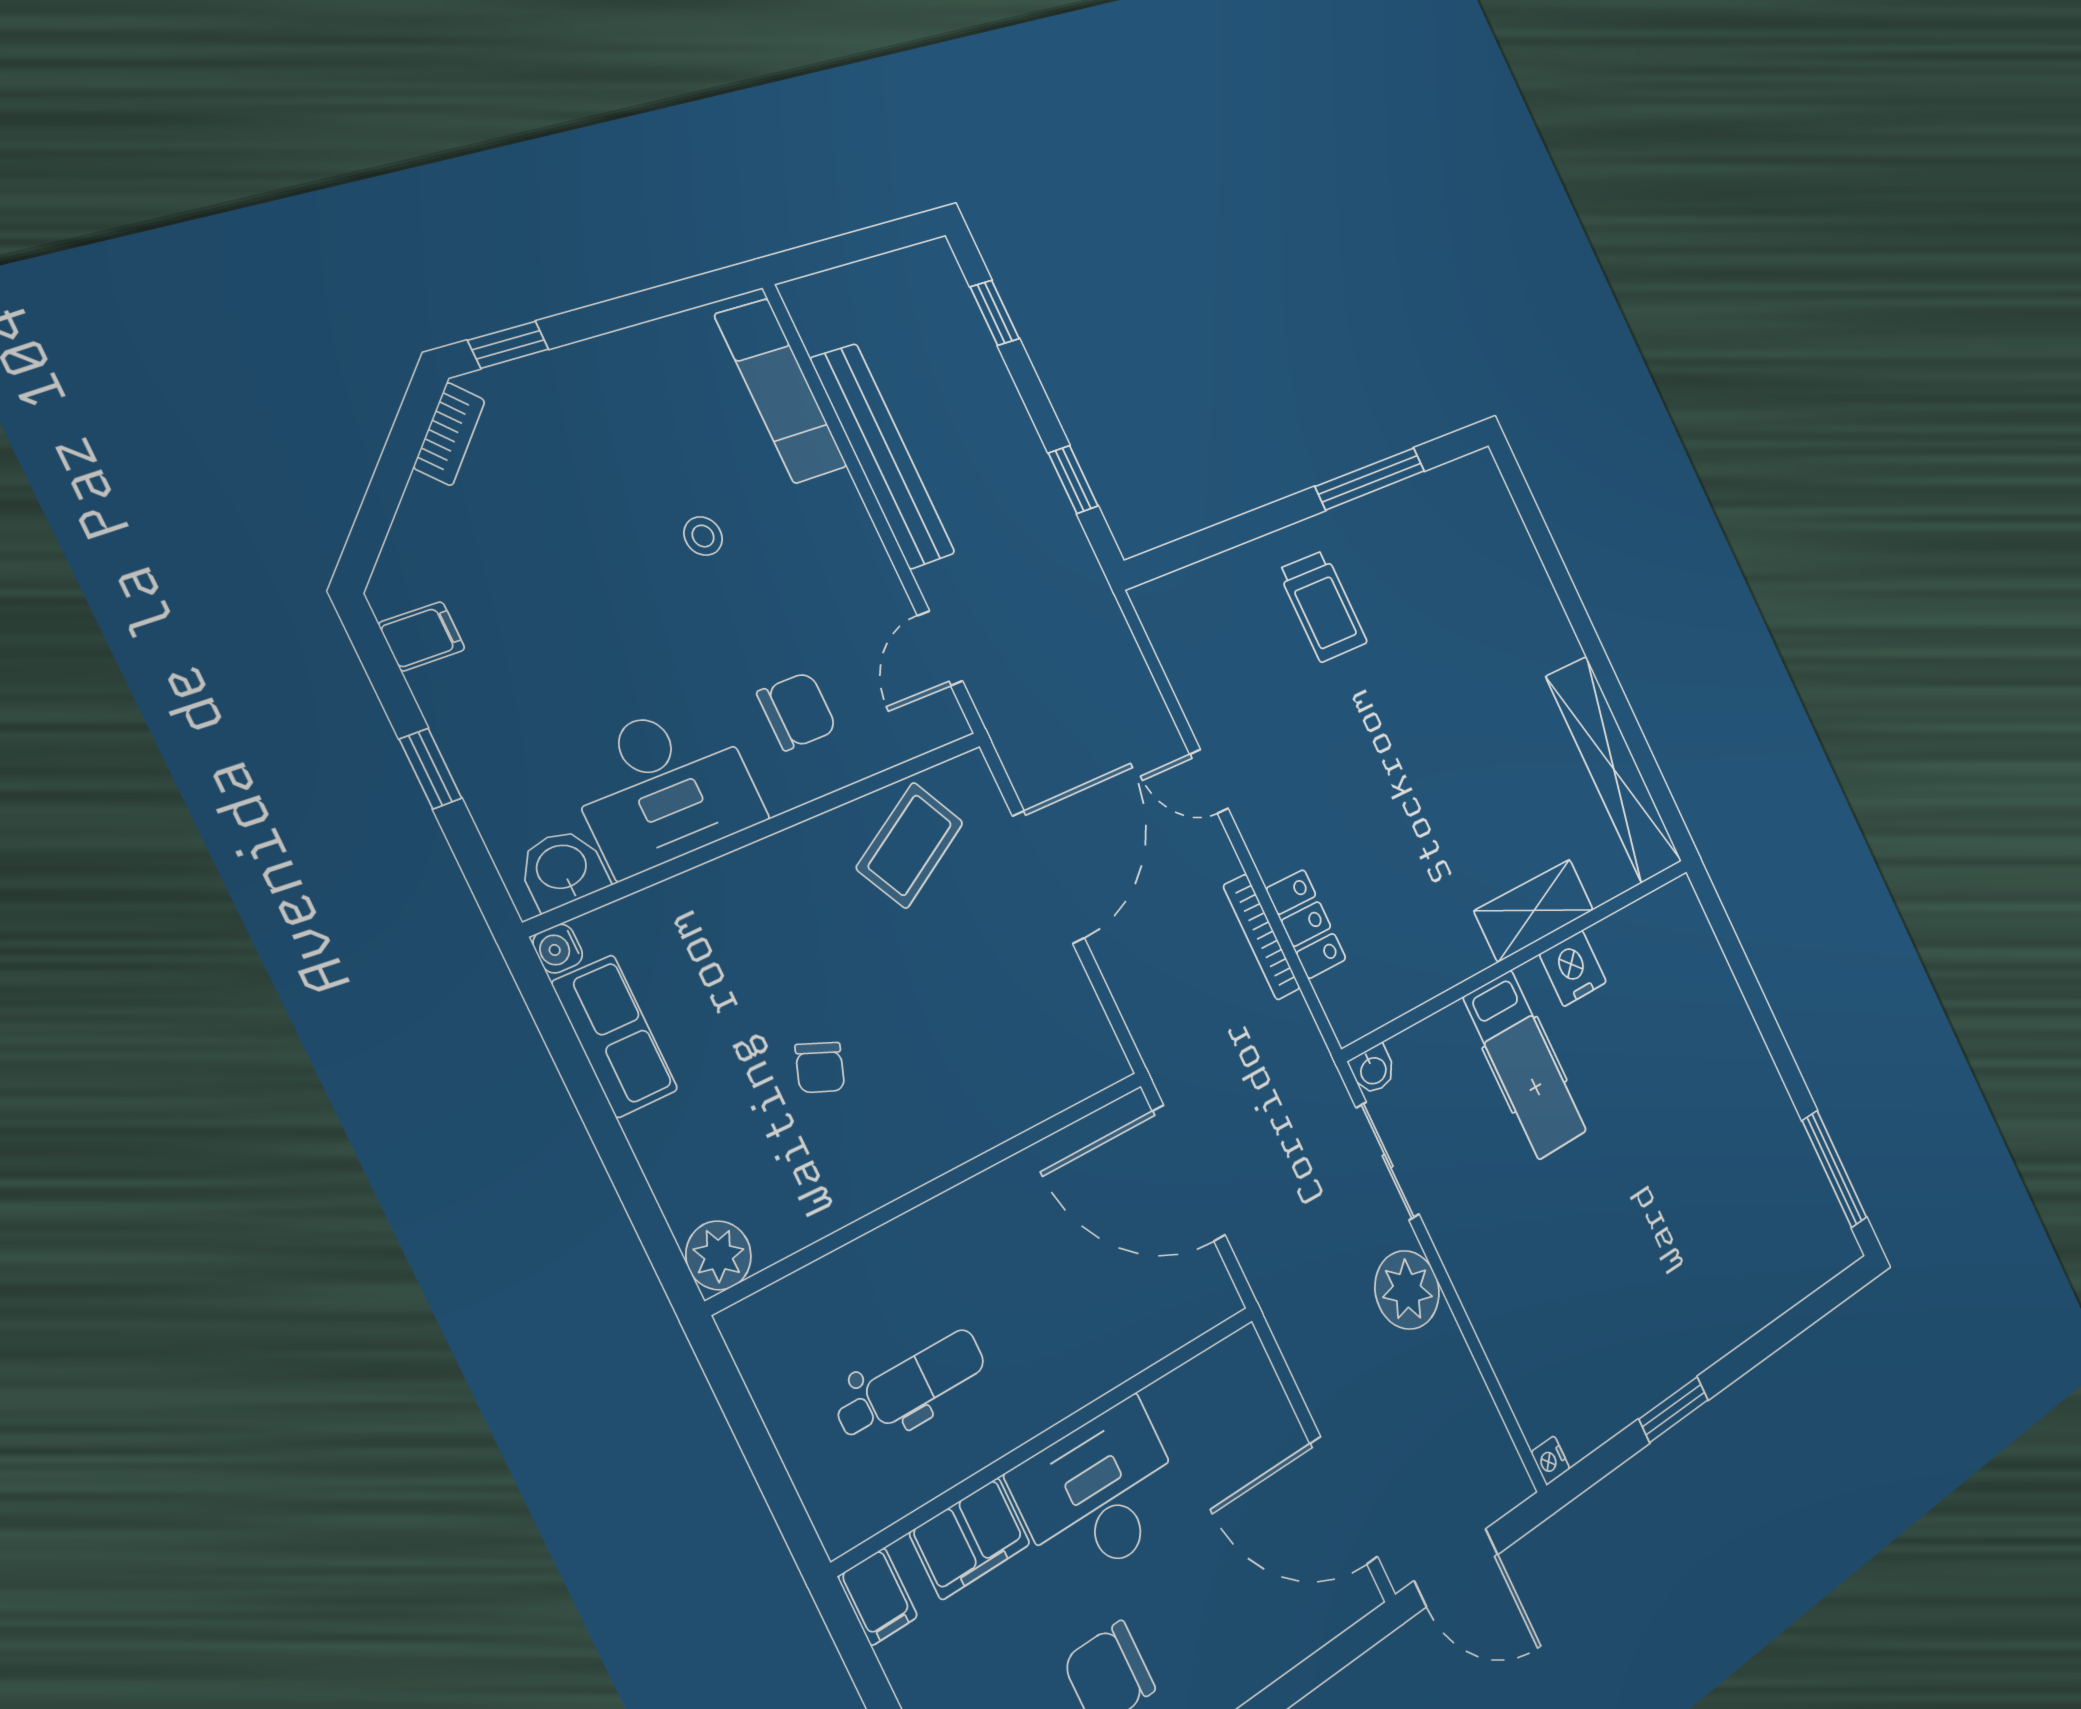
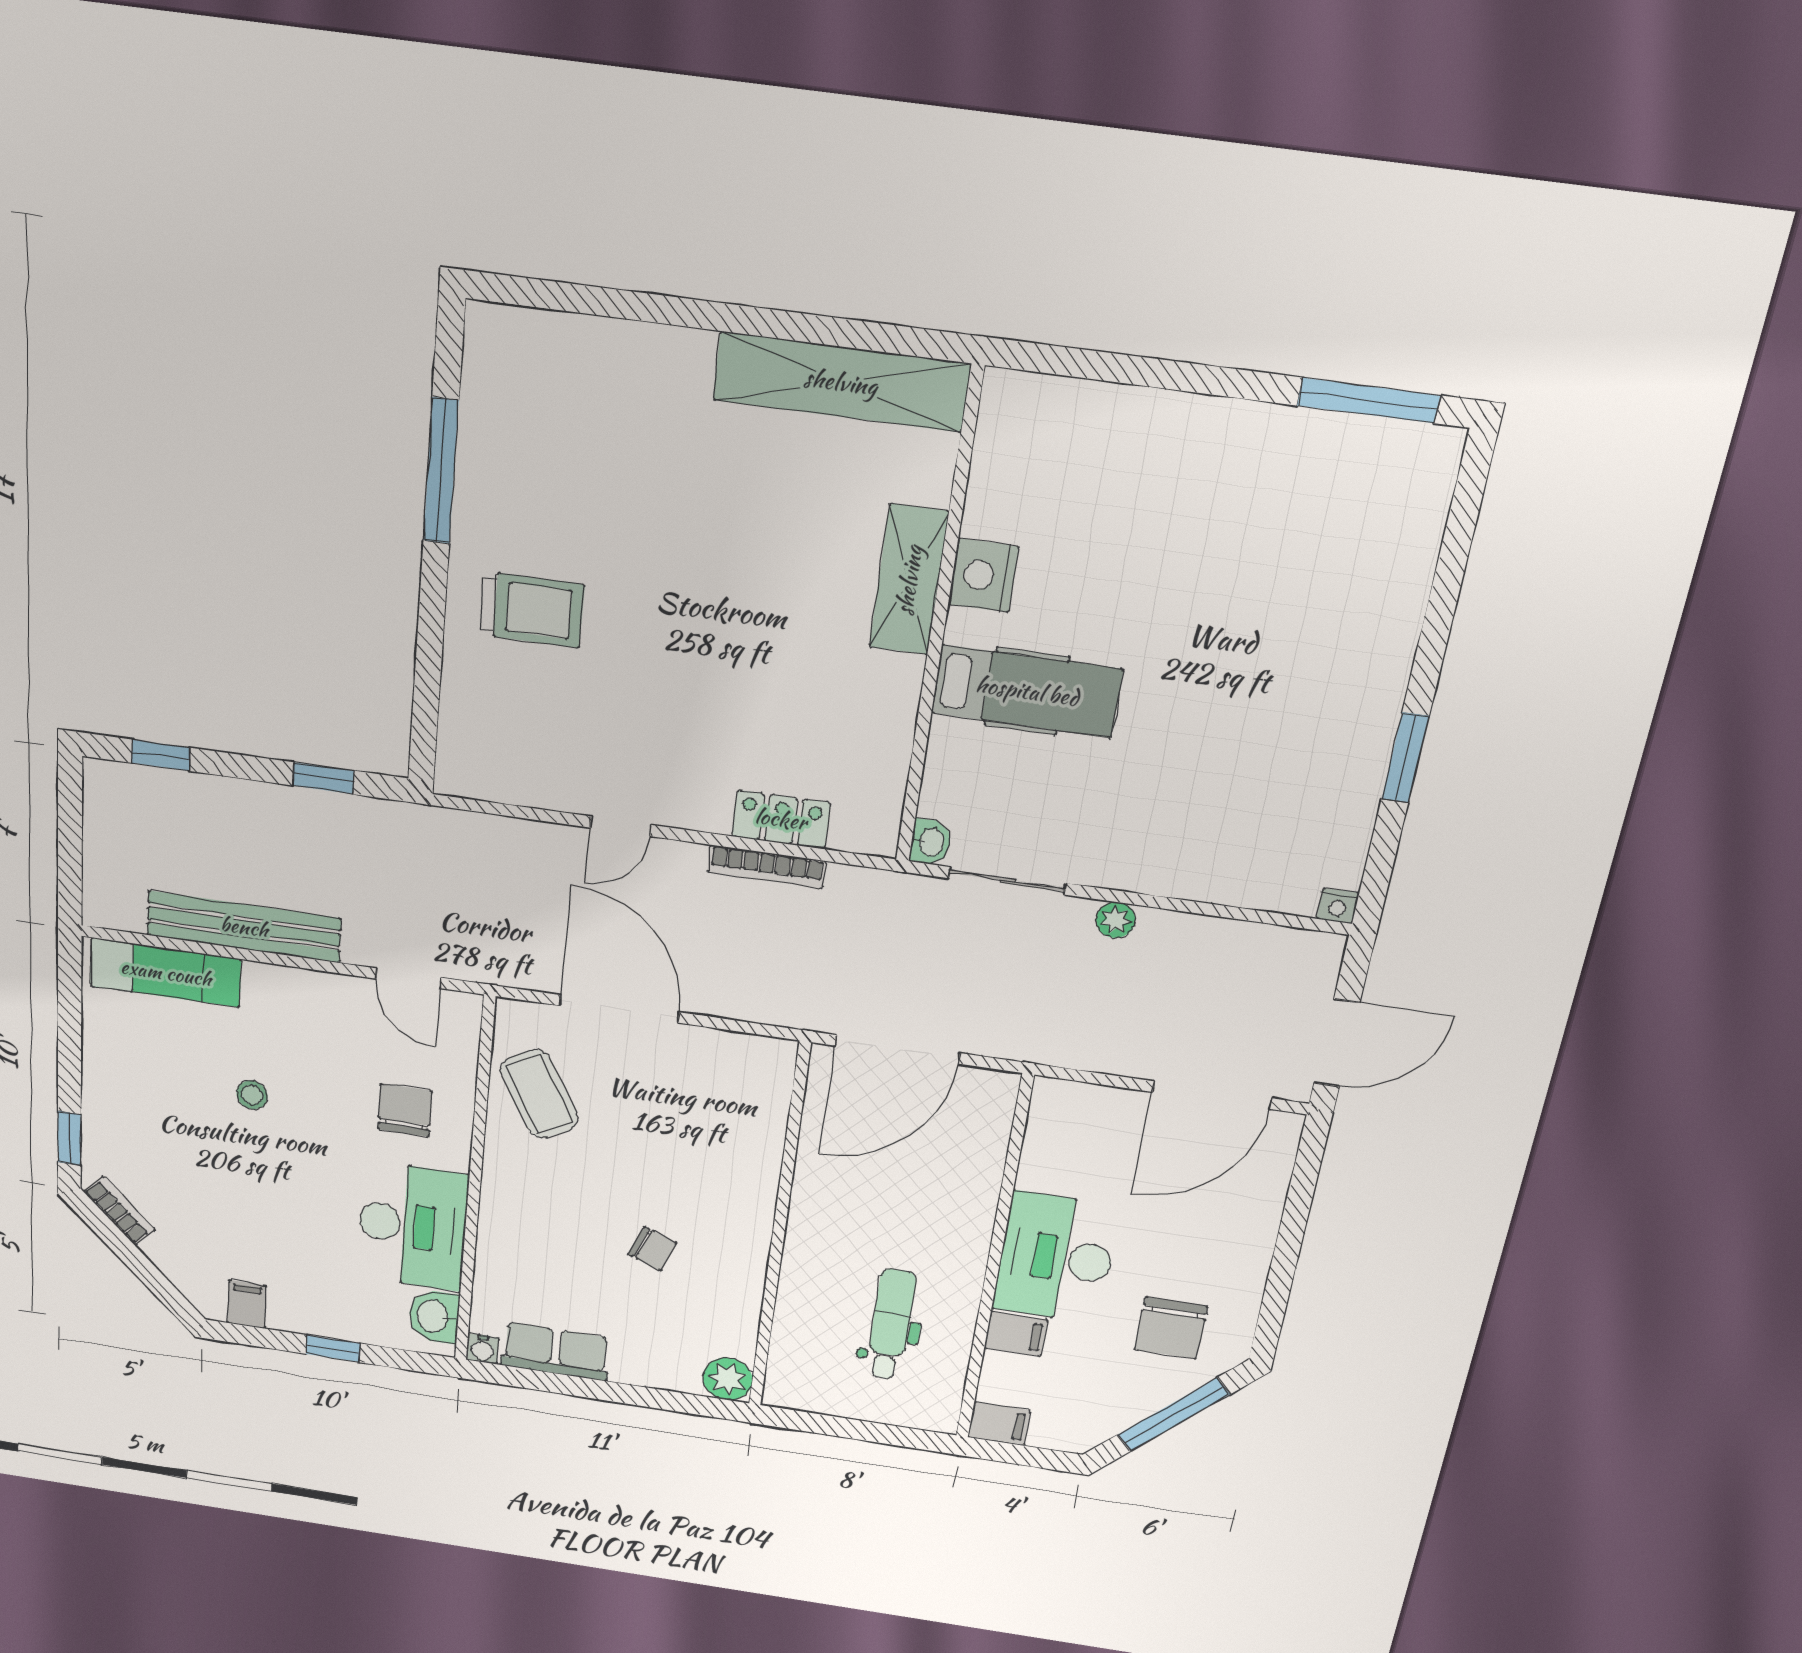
plant: (1407, 1290) -> (1116, 920), width x0.53, depth x0.53
filing cabinet: (970, 1538) -> (1016, 1334), width x0.50

